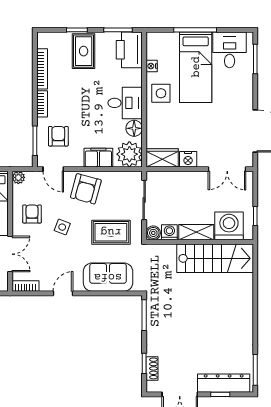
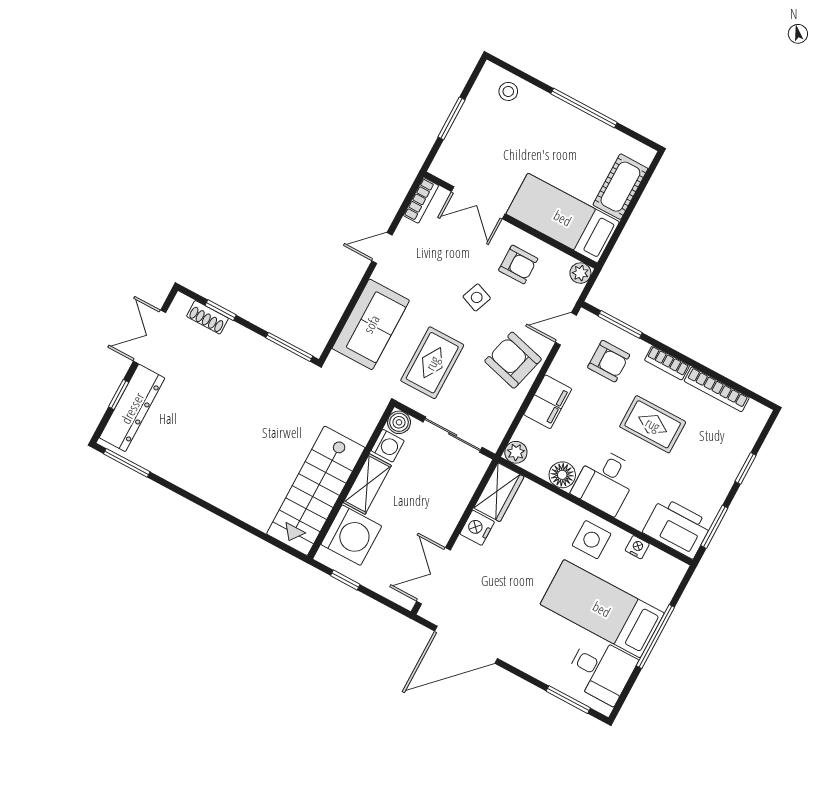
rug: (84, 51) -> (653, 424), moved
plant: (129, 154) -> (516, 452), width x0.53, depth x0.53
door: (63, 293) -> (382, 248), swing flipped

